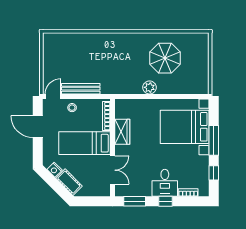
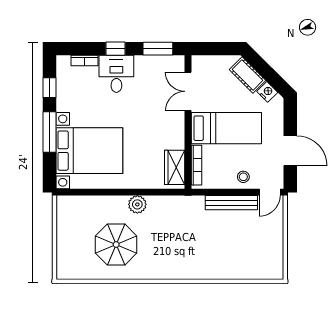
wardrobe: (122, 132) -> (175, 167), moved

